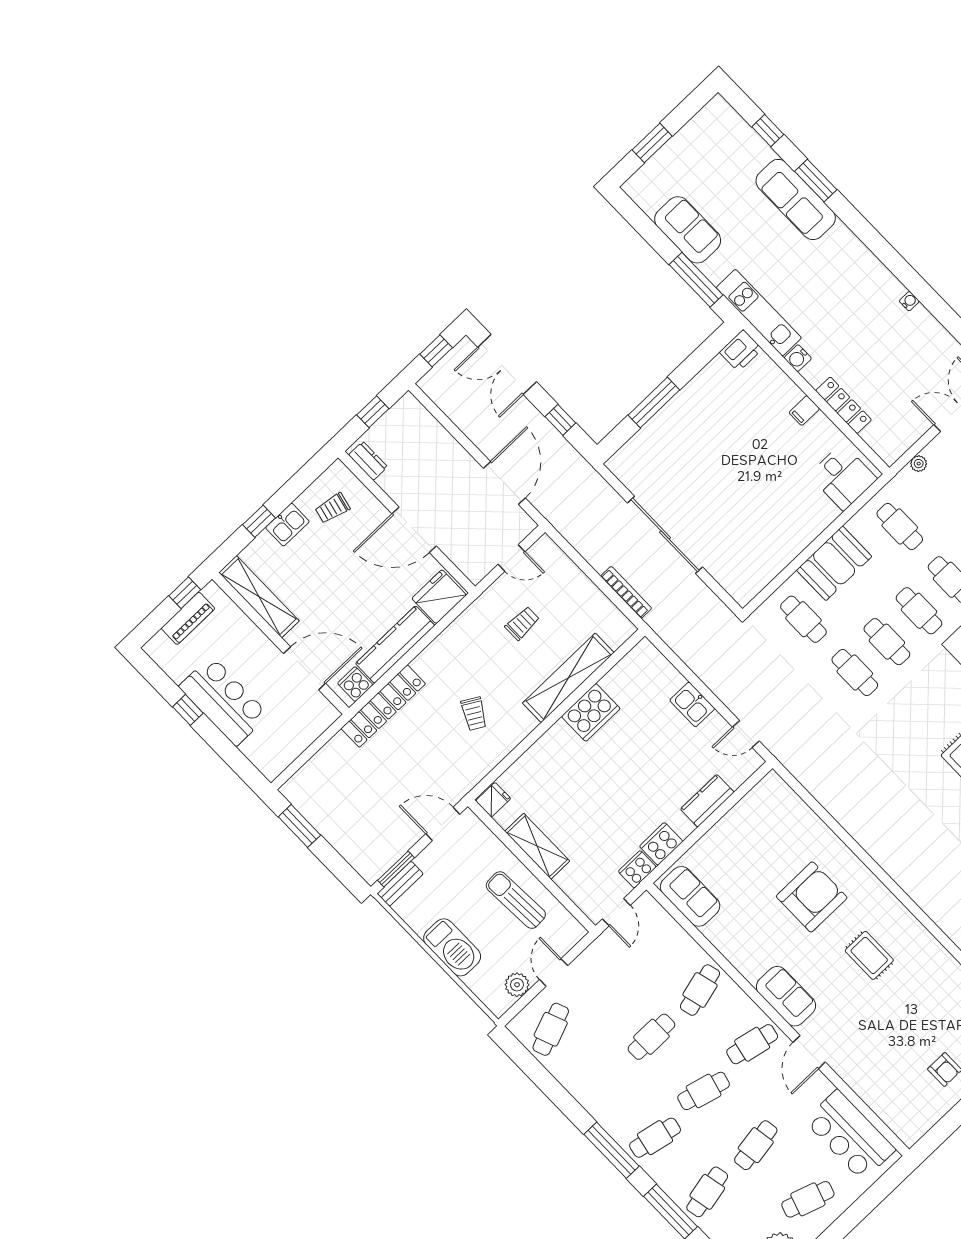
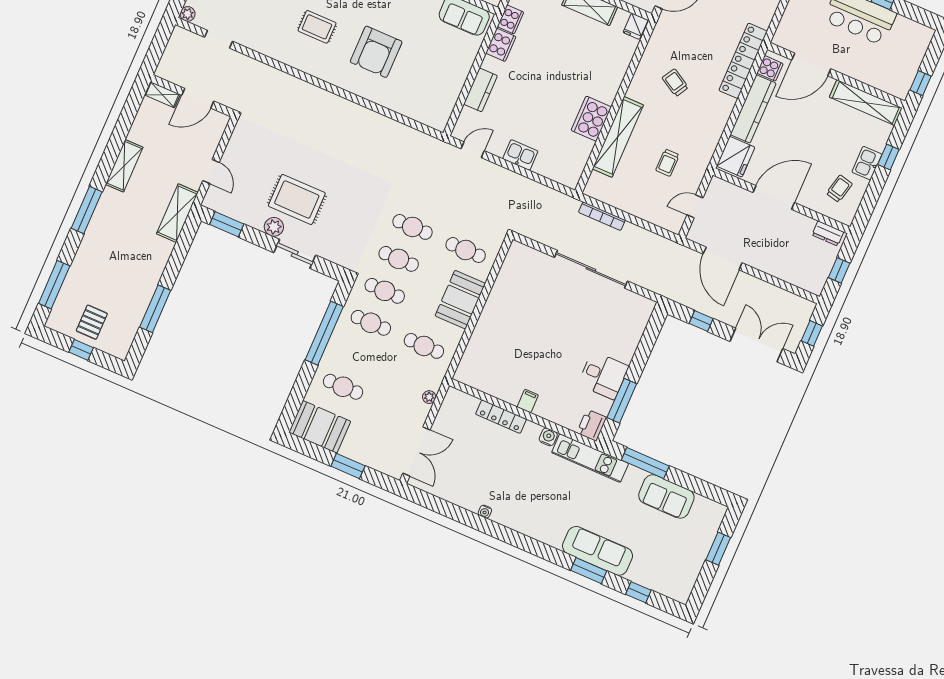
window: (654, 403) -> (622, 401), moved
desk: (843, 477) -> (603, 375), moved, turned 180
piano: (188, 618) -> (911, 66), removed

